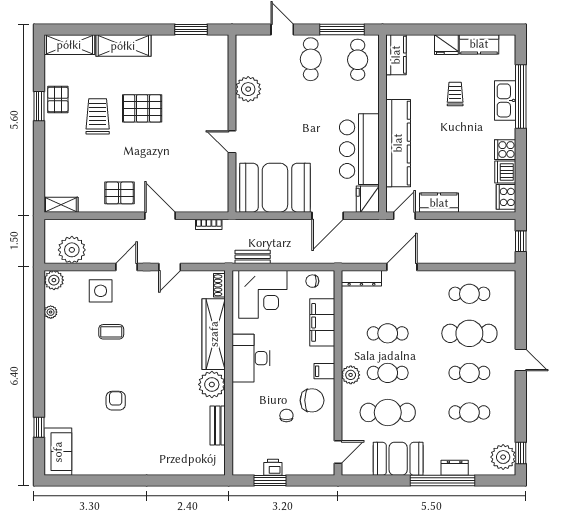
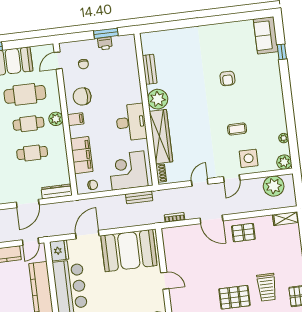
chair: (286, 415) -> (83, 64), moved

